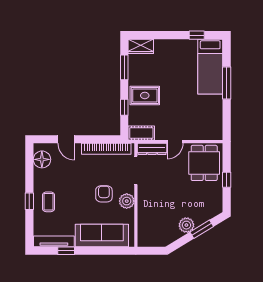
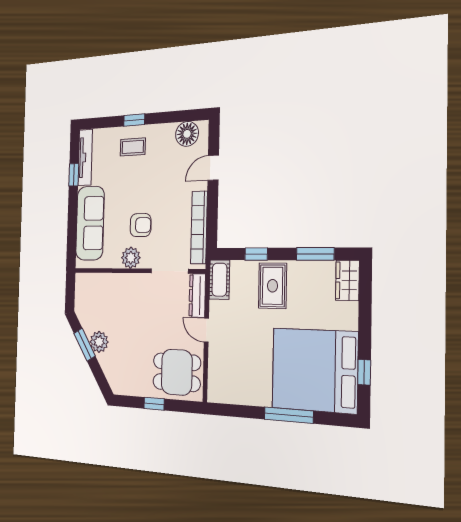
bed: (210, 67) -> (314, 370), width x2.04
window: (202, 229) -> (85, 345), moved

